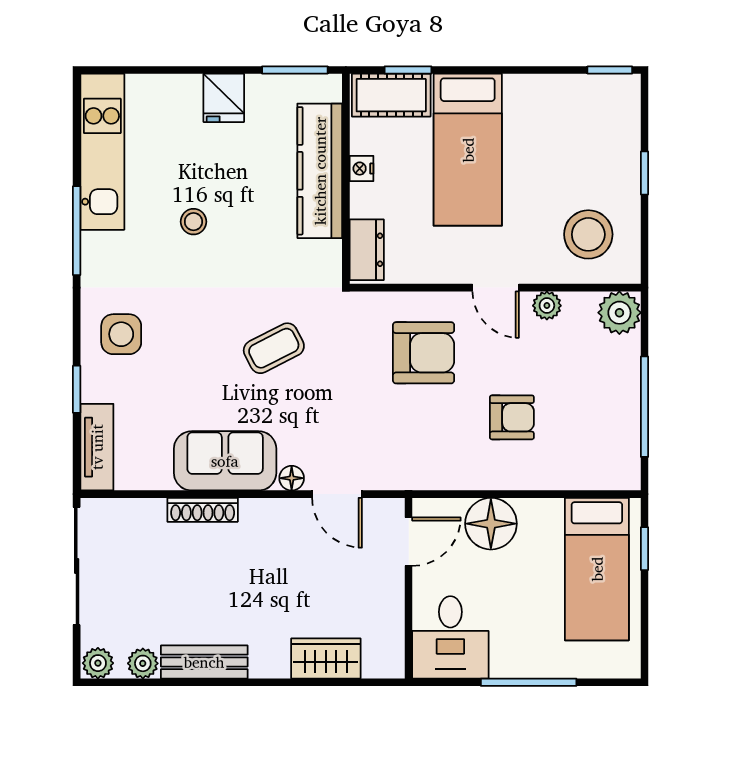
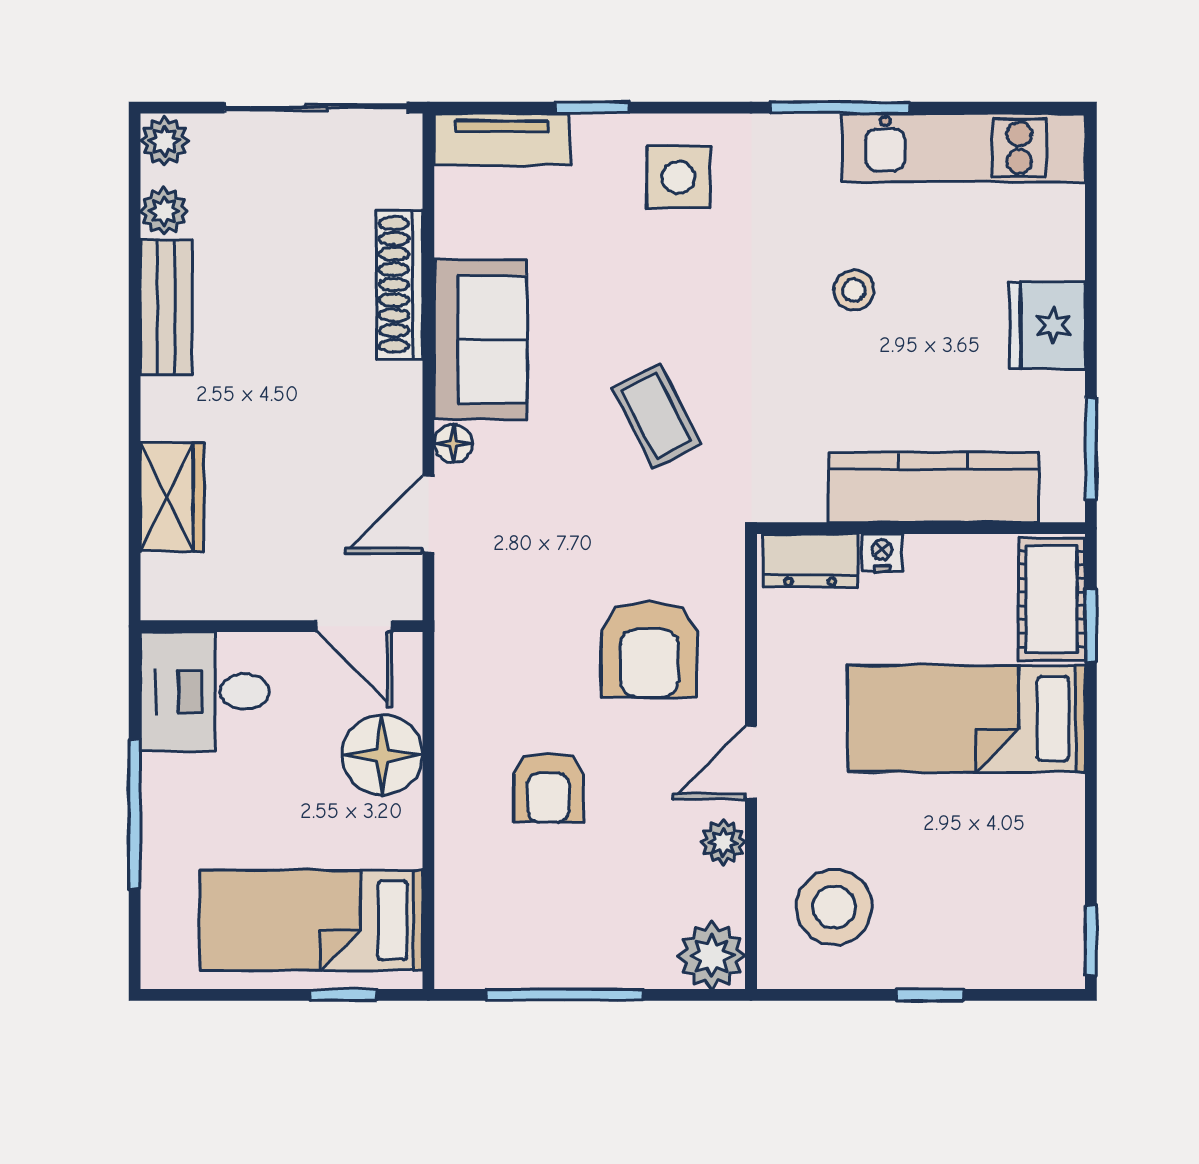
fridge: (224, 98) -> (1047, 325), width x1.38
nightstand: (362, 169) -> (882, 553), moved
shoe rack: (203, 510) -> (400, 285), width x1.36, depth x1.24

